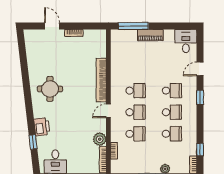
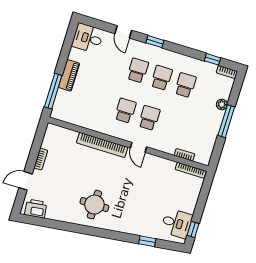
printer: (42, 127) -> (36, 209), moved
school desk: (136, 134) -> (173, 125), removed
plant: (100, 139) -> (167, 167), removed

